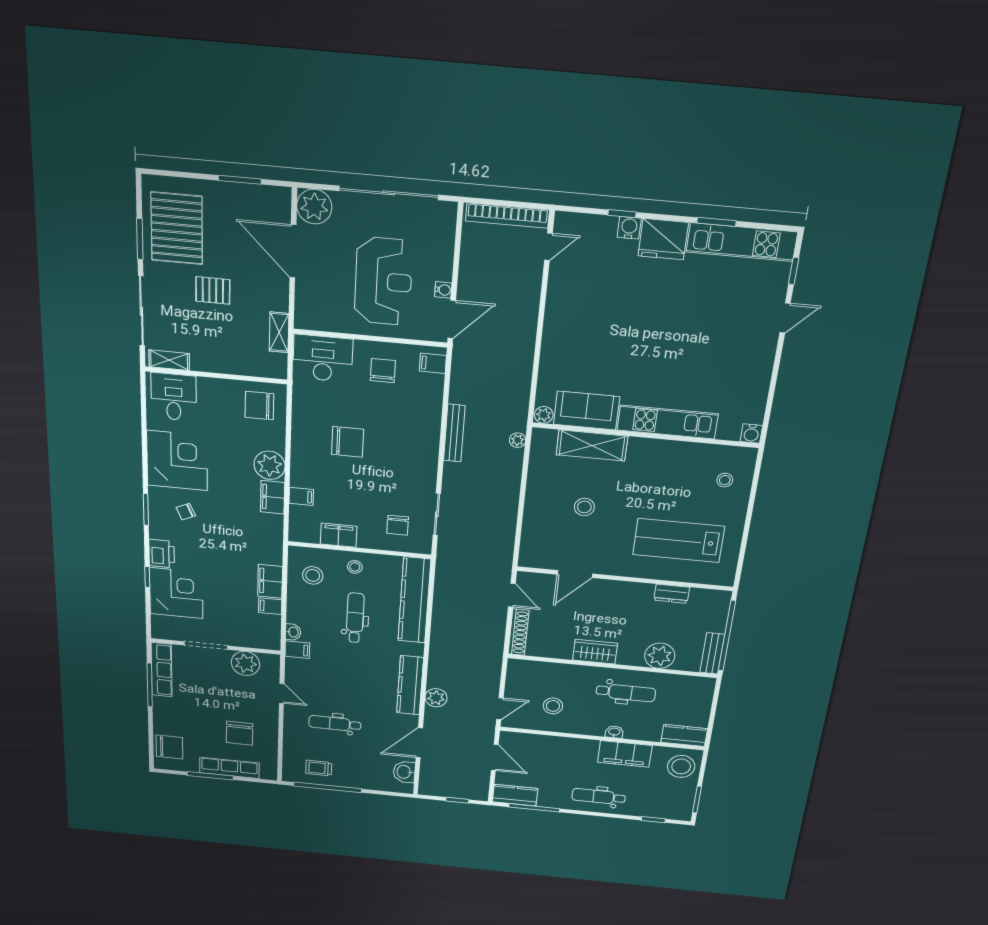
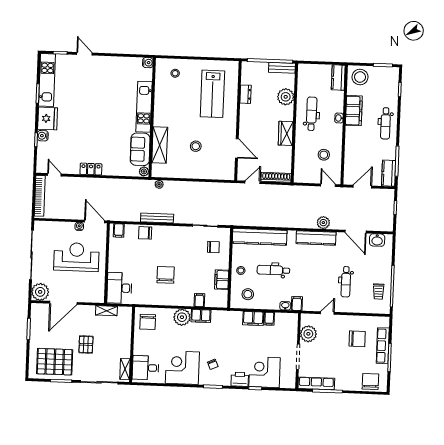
locker: (555, 318) -> (91, 169), added
chair: (383, 371) -> (145, 233), moved

